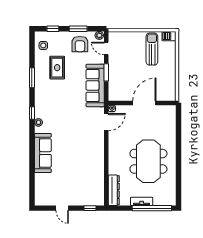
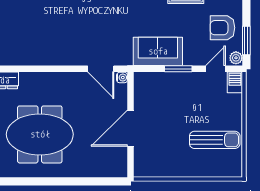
window: (78, 29) -> (246, 41), moved
barbecue: (169, 36) -> (235, 82), moved
sofa: (95, 85) -> (158, 51), width x0.73
door: (144, 103) -> (131, 128), swing flipped

